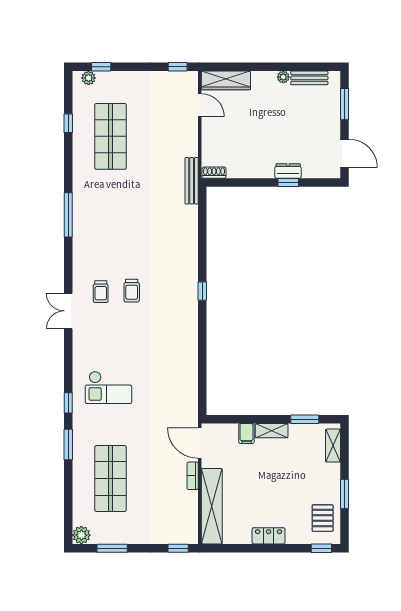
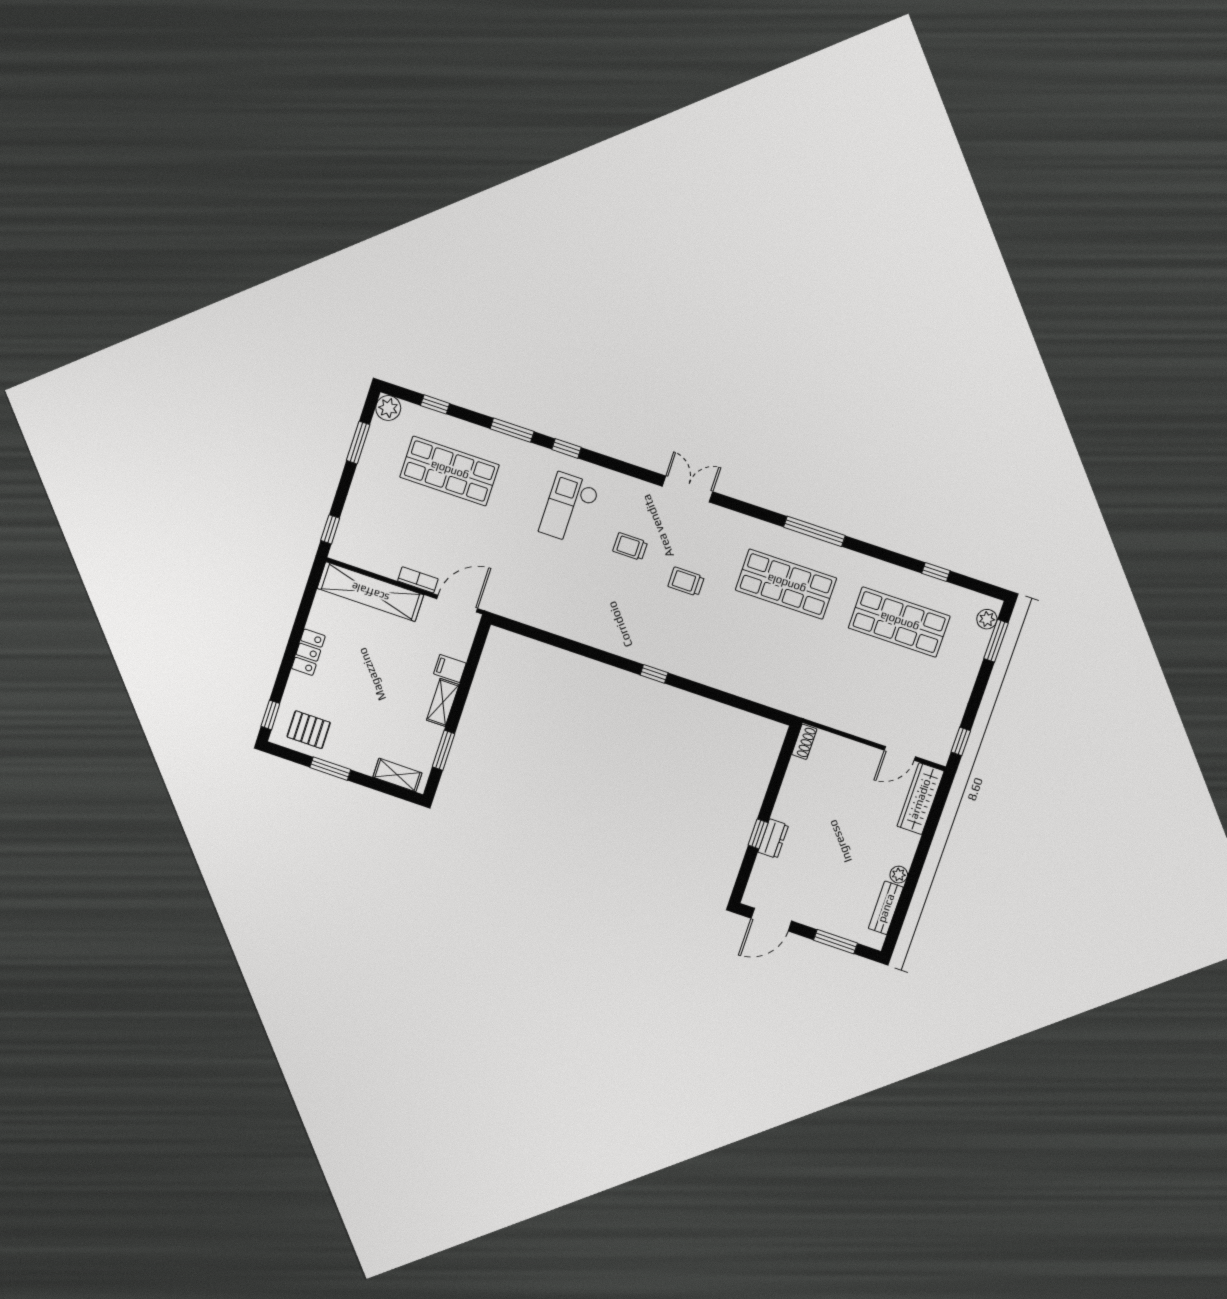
window: (101, 67) -> (996, 641), width x1.50
bench: (192, 181) -> (804, 709), removed
shop shelf: (110, 222) -> (786, 584), added
trolley: (101, 292) -> (630, 547), moved
window: (68, 503) -> (435, 404), added

